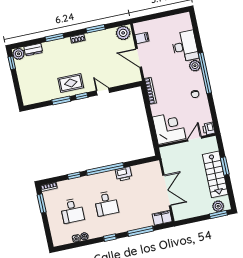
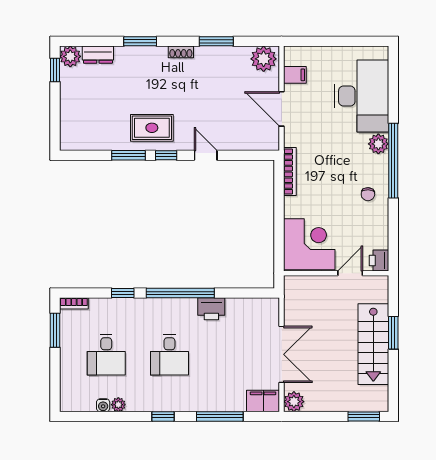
desk: (185, 46) -> (361, 96), width x1.36, depth x1.30
plant: (218, 206) -> (294, 402), moved

